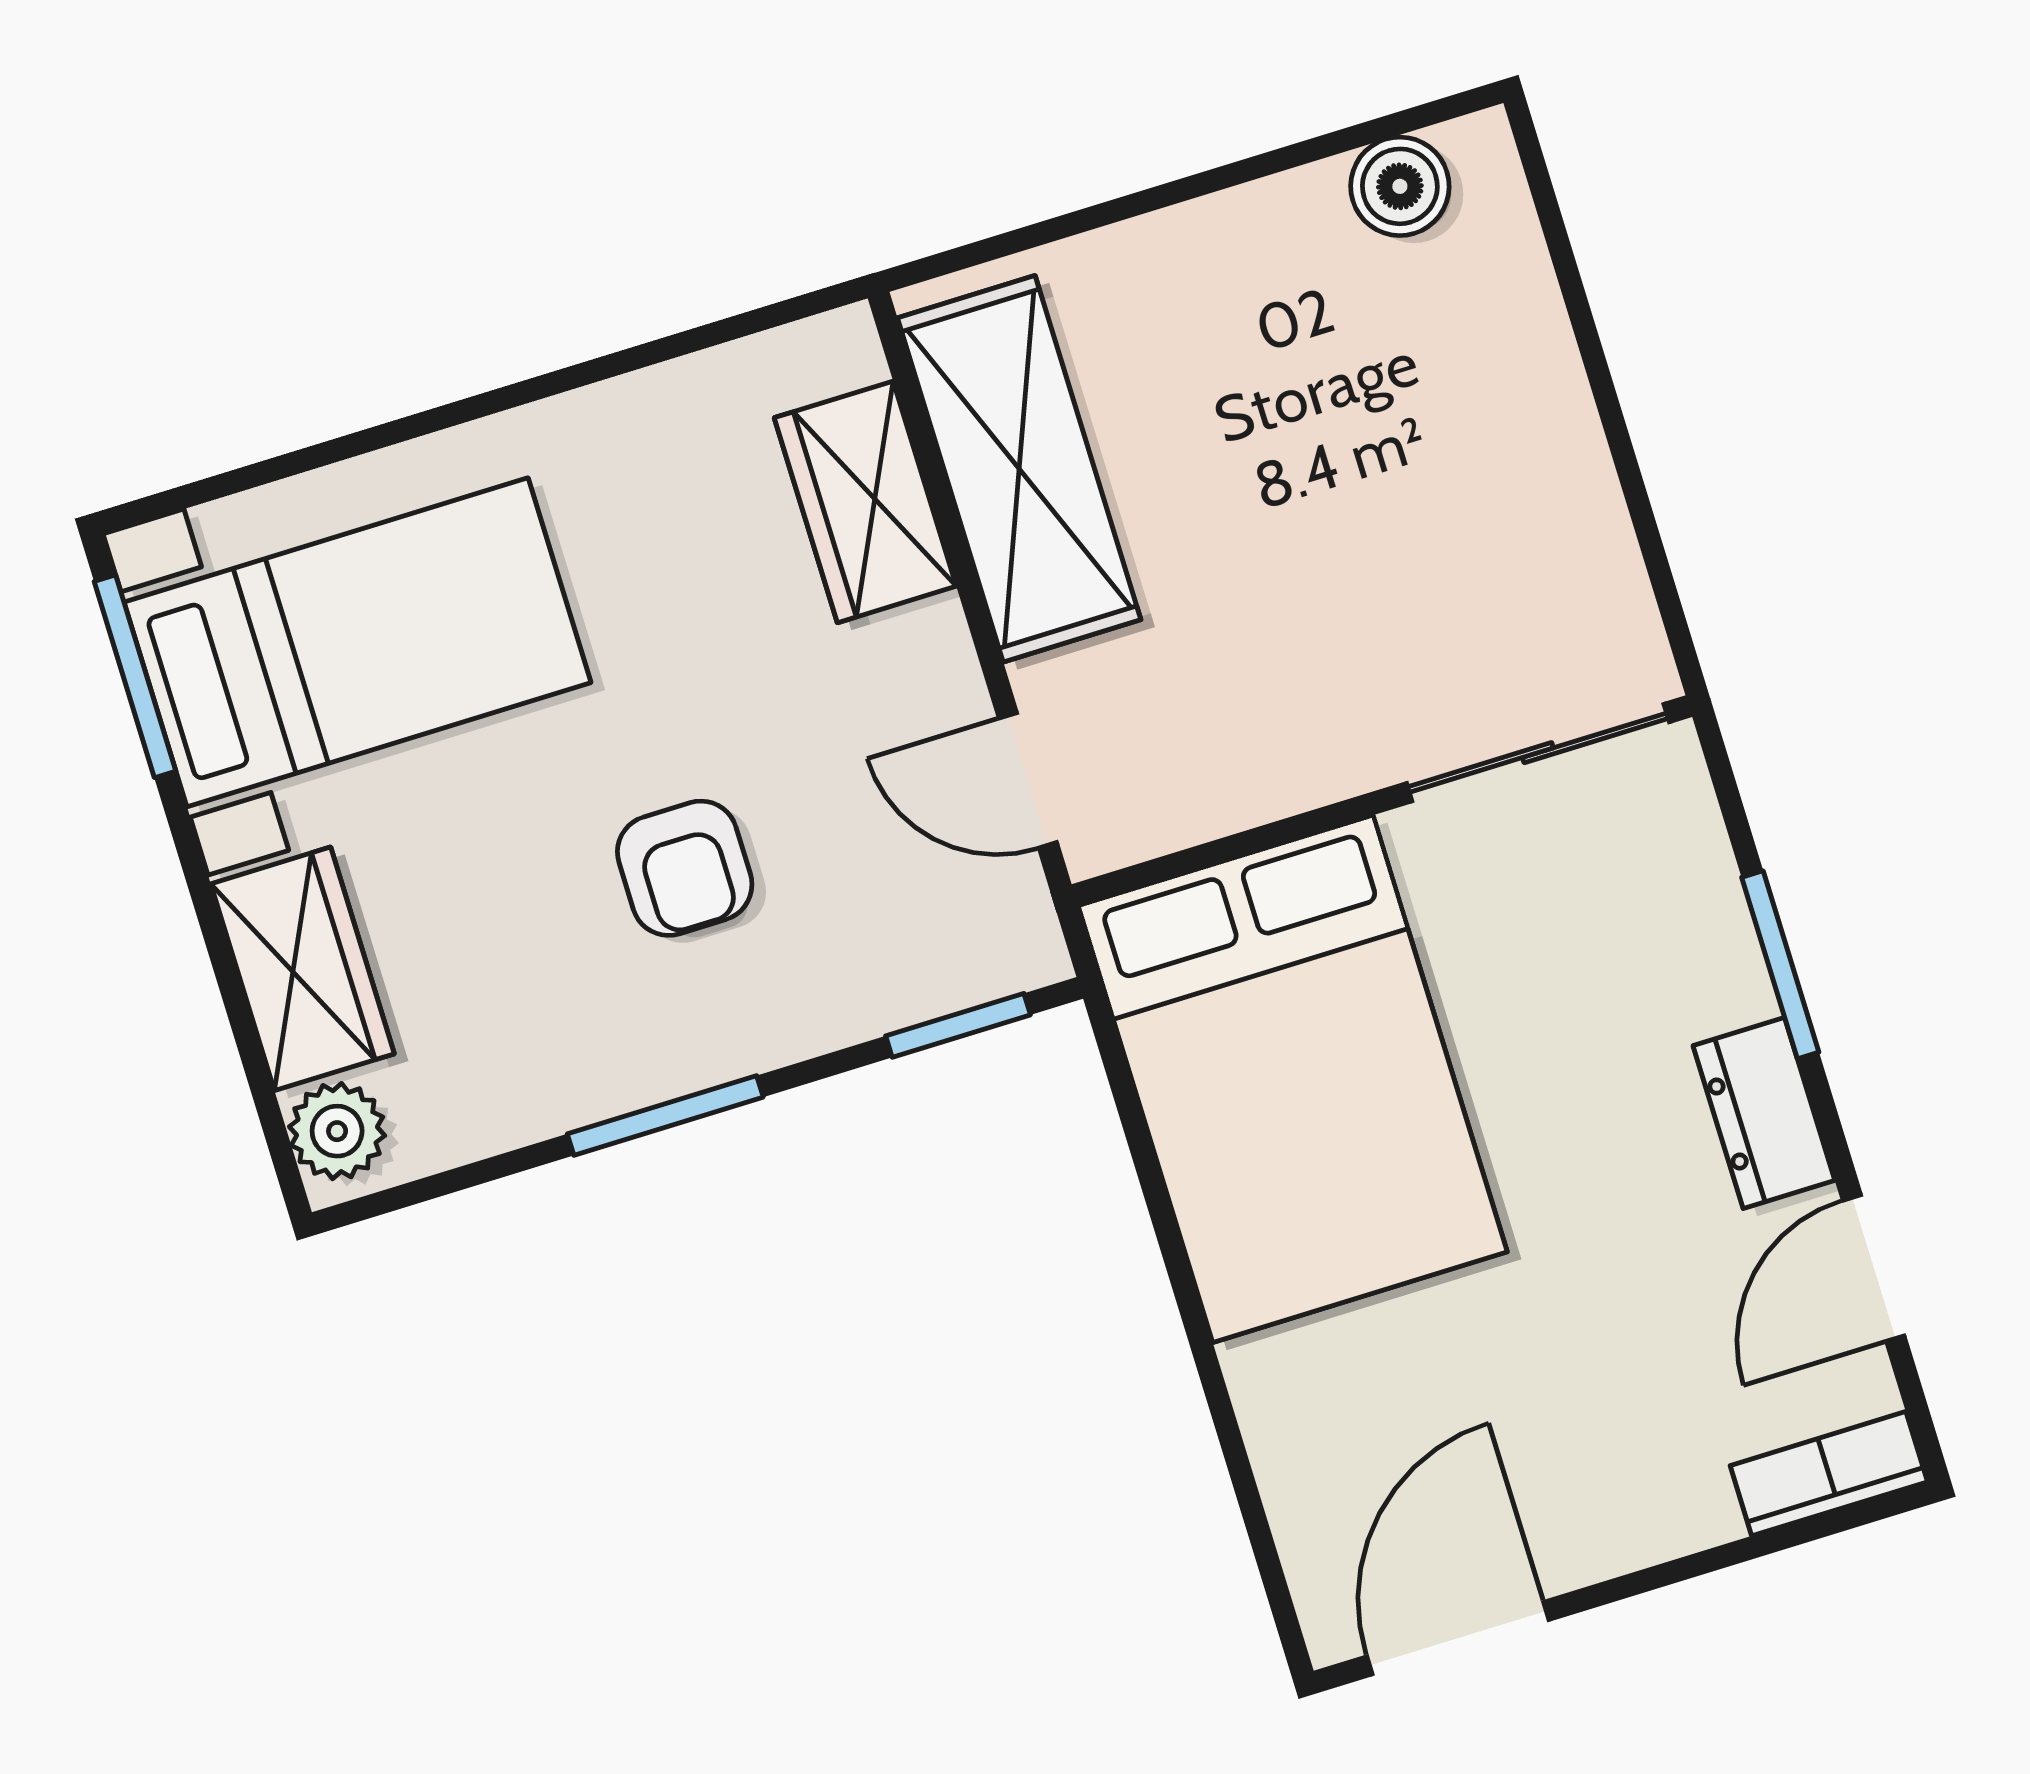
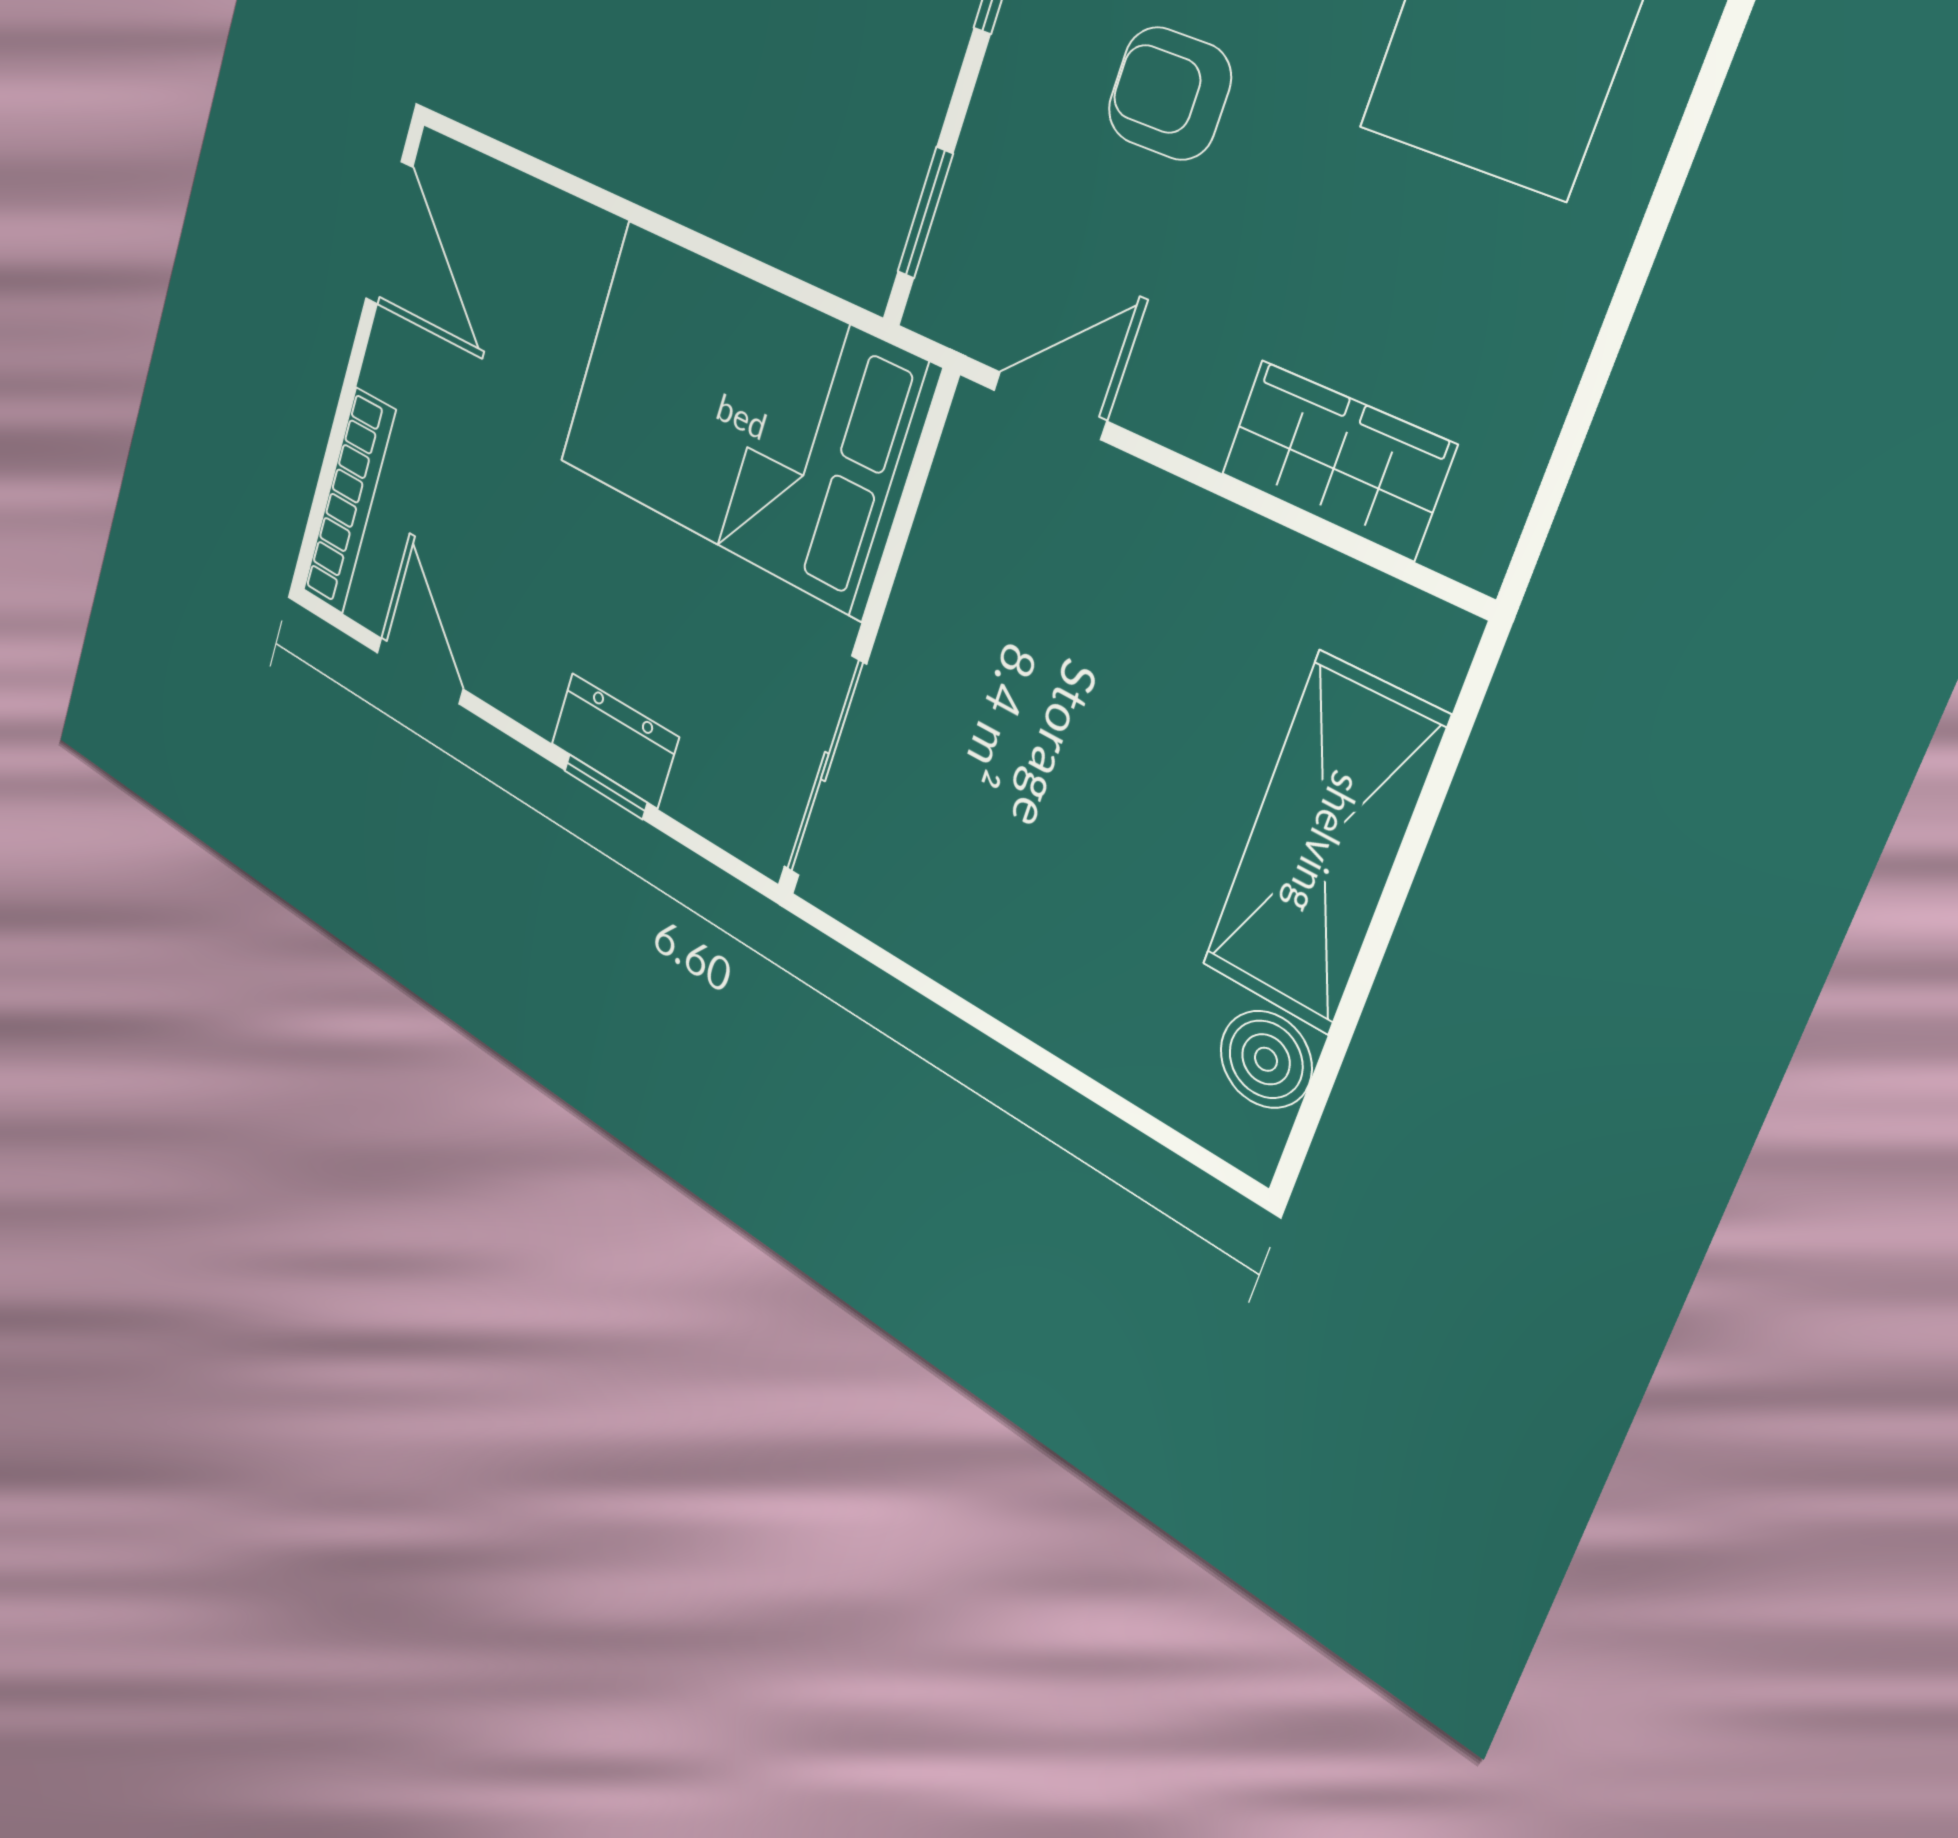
shelving: (1019, 469) -> (1324, 843), moved, turned 90
window: (1780, 965) -> (606, 787), width x0.67
dresser: (1764, 1113) -> (615, 740), moved
bookcase: (1829, 1474) -> (349, 501), width x1.56

